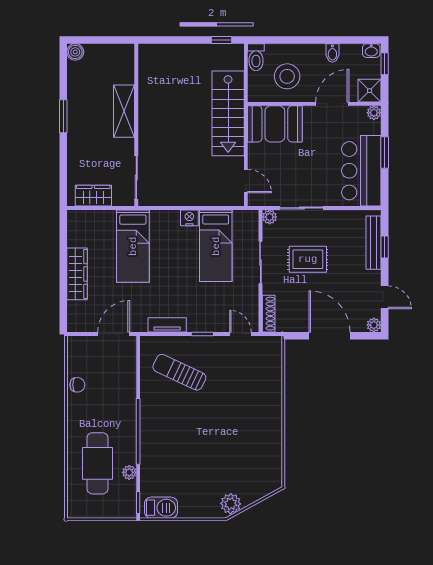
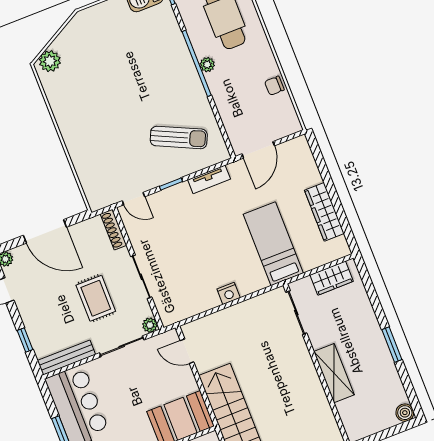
bench: (374, 243) -> (66, 358), moved, turned 90
bed: (216, 246) -> (192, 276), removed
rug: (308, 259) -> (96, 298), turned 90
wardrobe: (77, 274) -> (324, 212), moved
plant: (129, 472) -> (207, 65), moved
plant: (231, 504) -> (50, 61), moved

